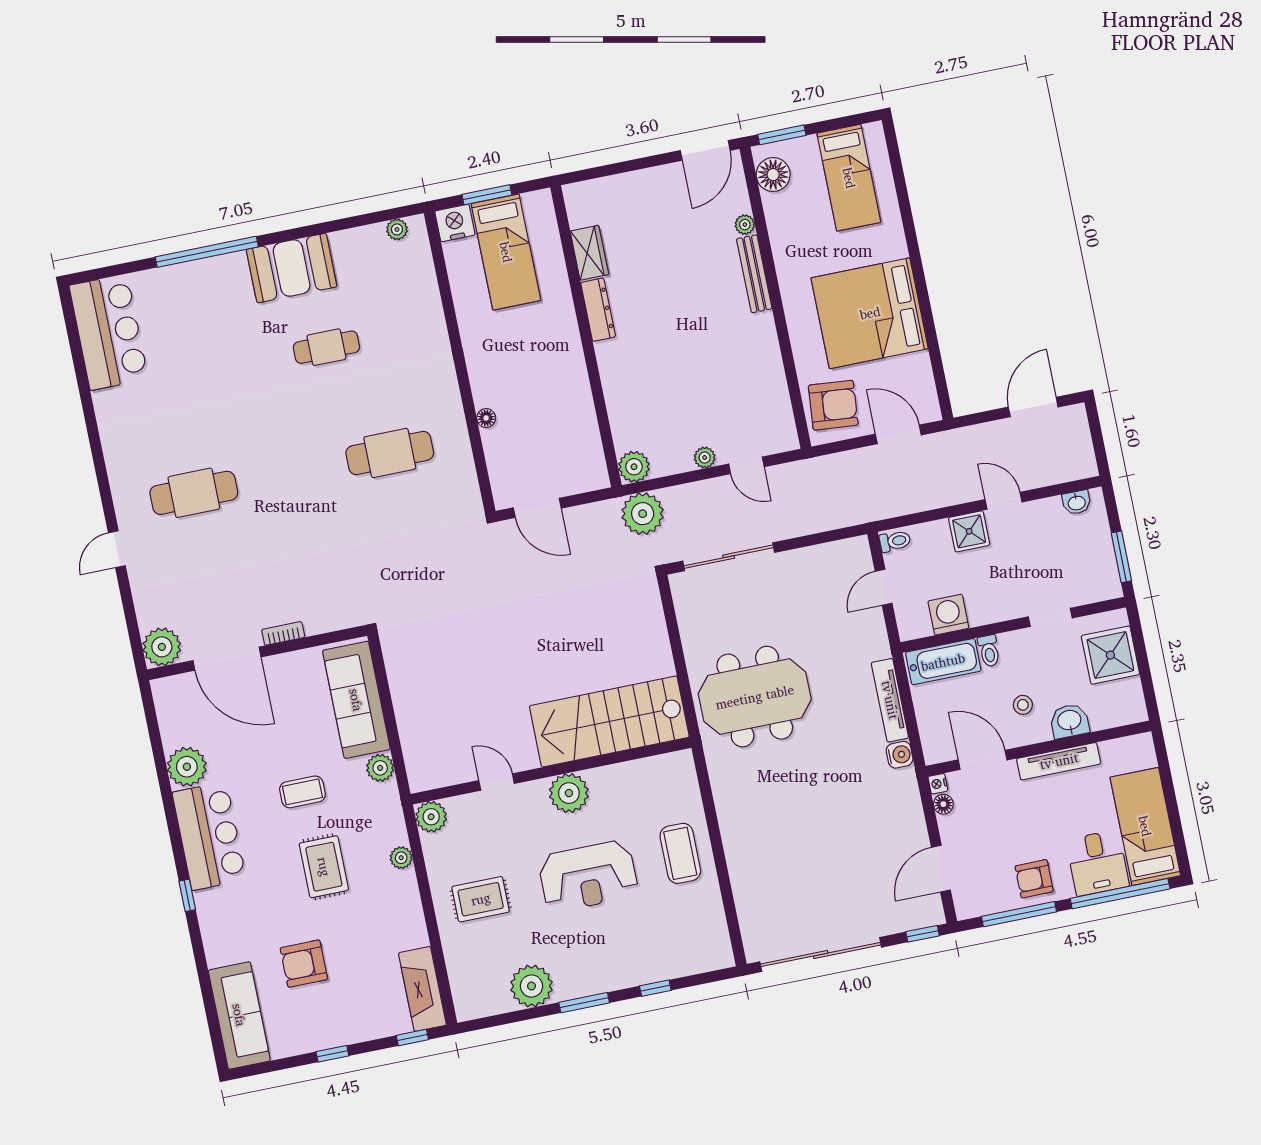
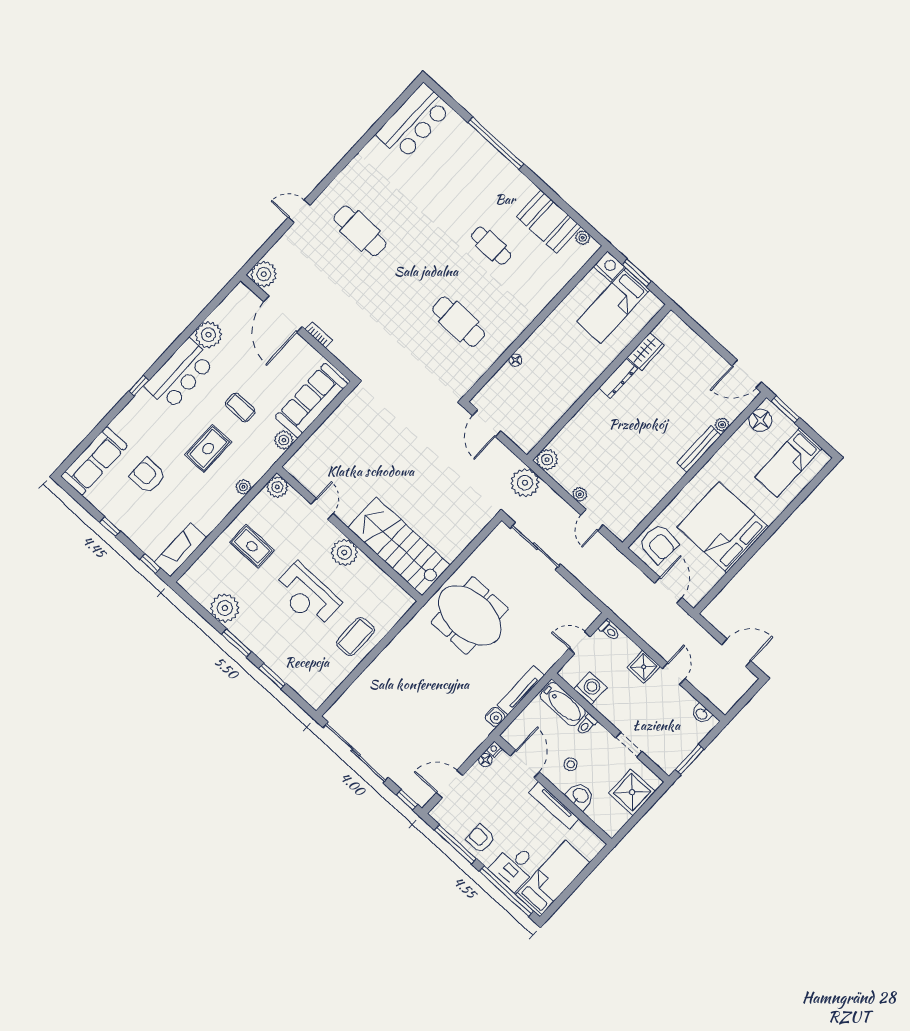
booth: (292, 268) -> (549, 222), moved
window: (655, 988) -> (272, 676), width x1.50

